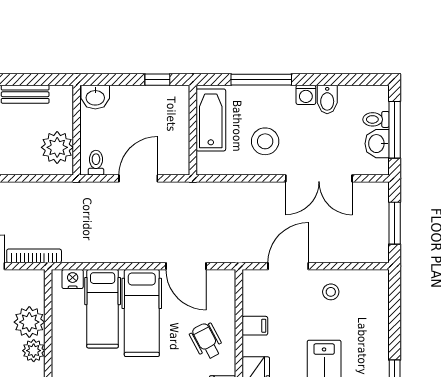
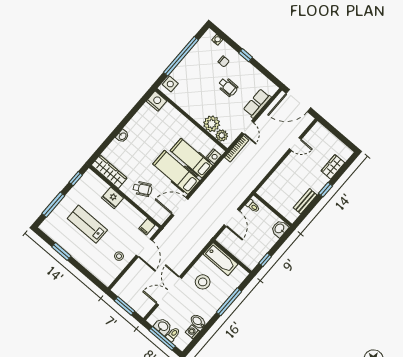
washing machine: (306, 95) -> (192, 332), moved
bathtub: (211, 120) -> (221, 259), moved
plant: (57, 147) -> (273, 196), removed
filing cabinet: (255, 326) -> (147, 227), moved
plant: (34, 351) -> (222, 135), moved

